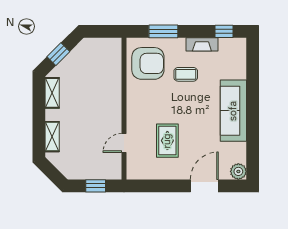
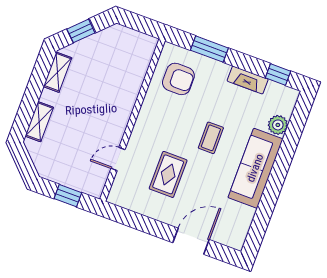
armchair: (148, 63) -> (178, 79), width x0.73, depth x0.73
coffee table: (186, 74) -> (211, 138), moved, turned 90
plant: (238, 171) -> (278, 125), moved

